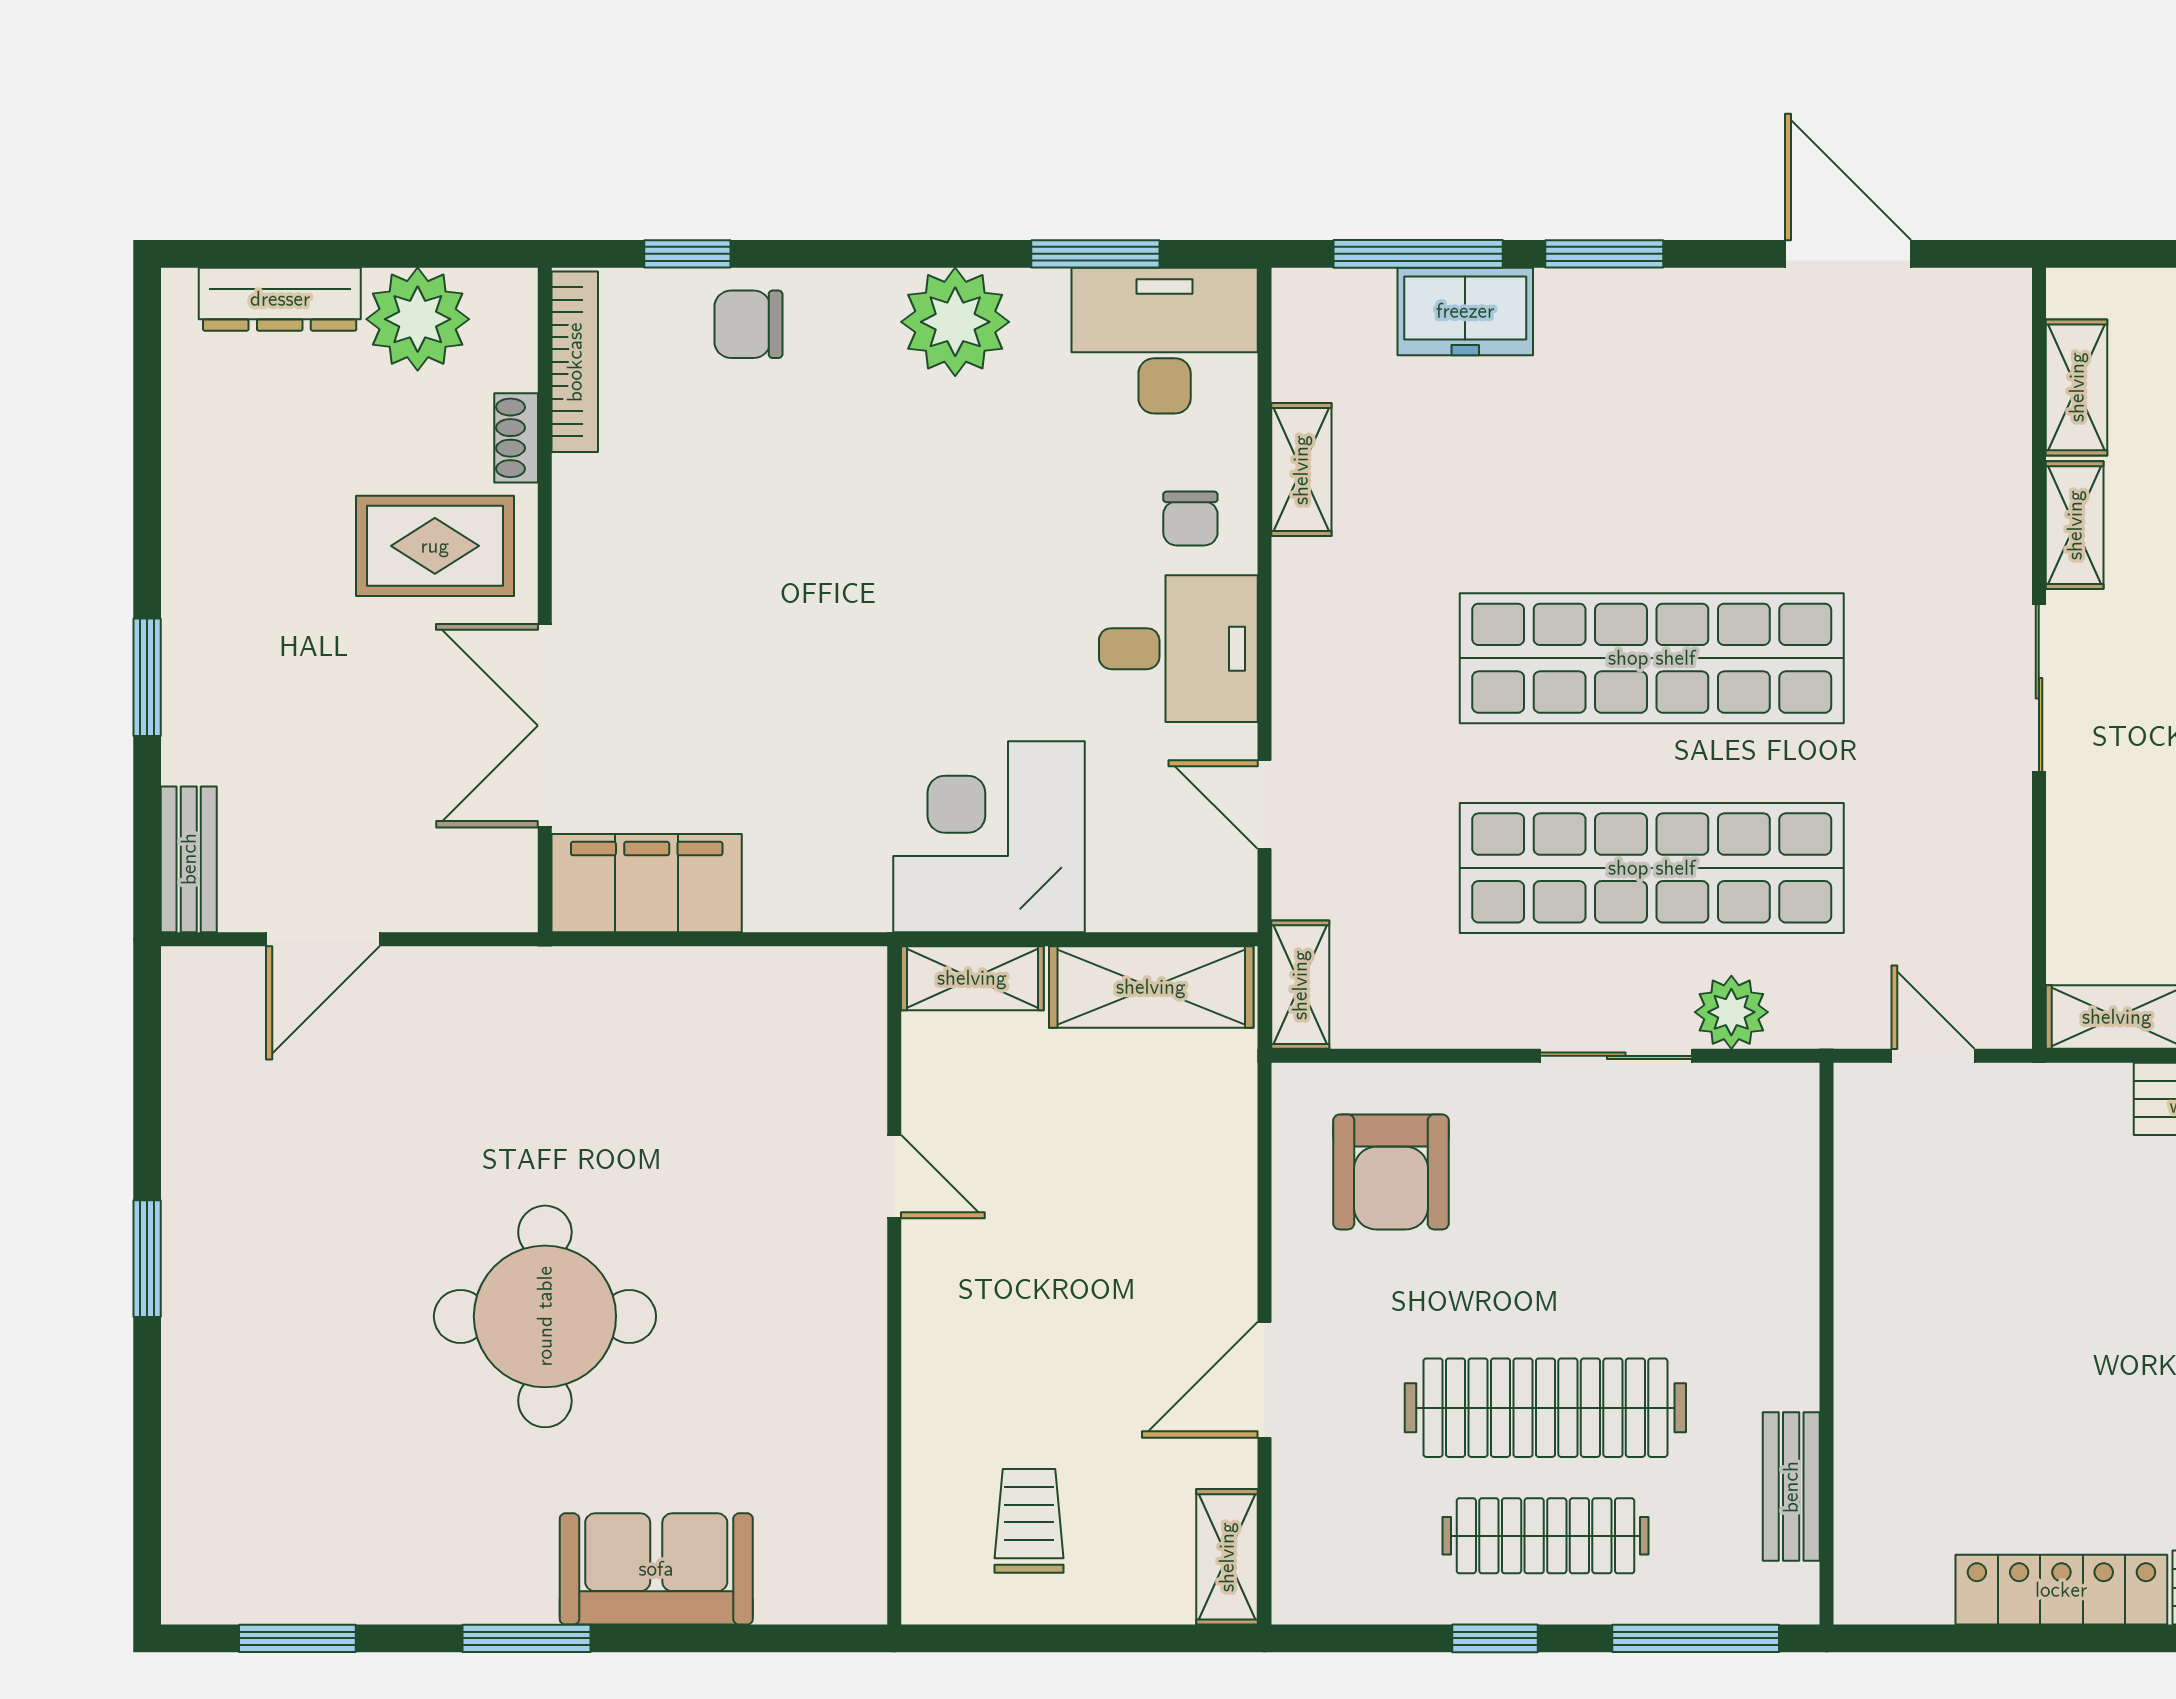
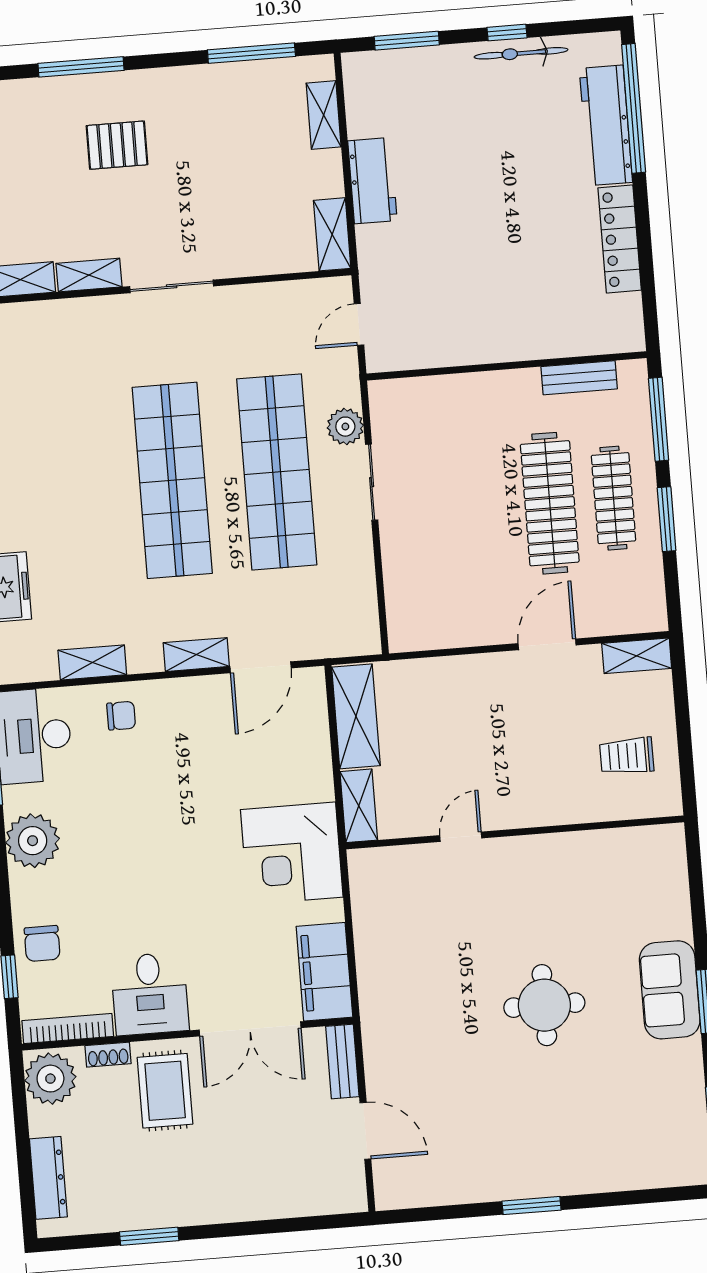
plant: (418, 319) -> (50, 1079), moved
desk: (1178, 649) -> (150, 994), moved, turned 180
window: (147, 677) -> (149, 1236), moved
door: (1264, 805) -> (261, 667), width x1.38
corner desk: (989, 837) -> (292, 853), moved
bench: (189, 859) -> (342, 1061), moved, turned 90
shelving: (1300, 985) -> (196, 655), moved
armchair: (1391, 1172) -> (438, 590), removed
round table: (545, 1316) -> (544, 1005), width x0.73, depth x0.73
door: (1264, 1380) -> (547, 644), swing flipped
sofa: (656, 1569) -> (670, 990), moved
window: (1495, 1638) -> (667, 519), width x1.50

